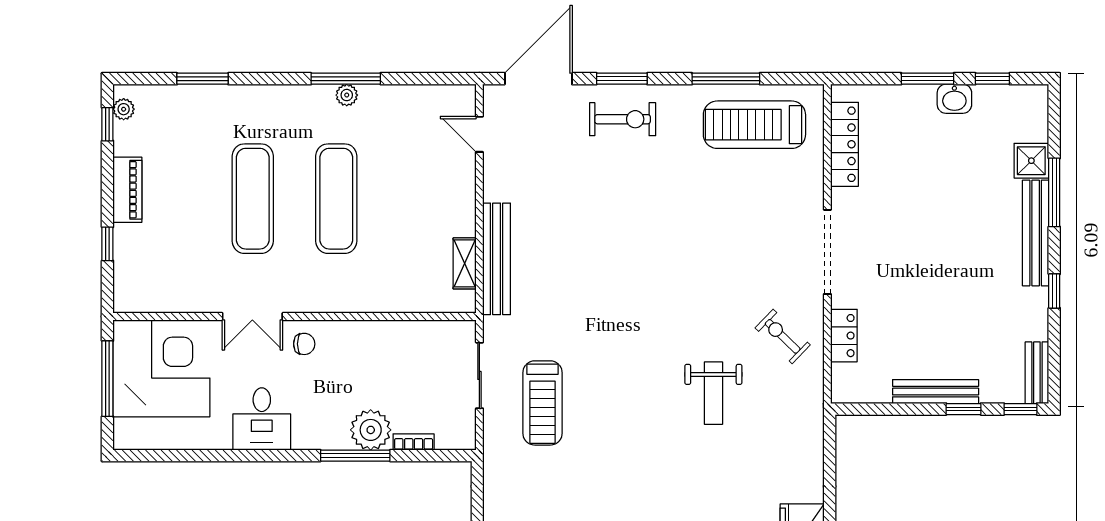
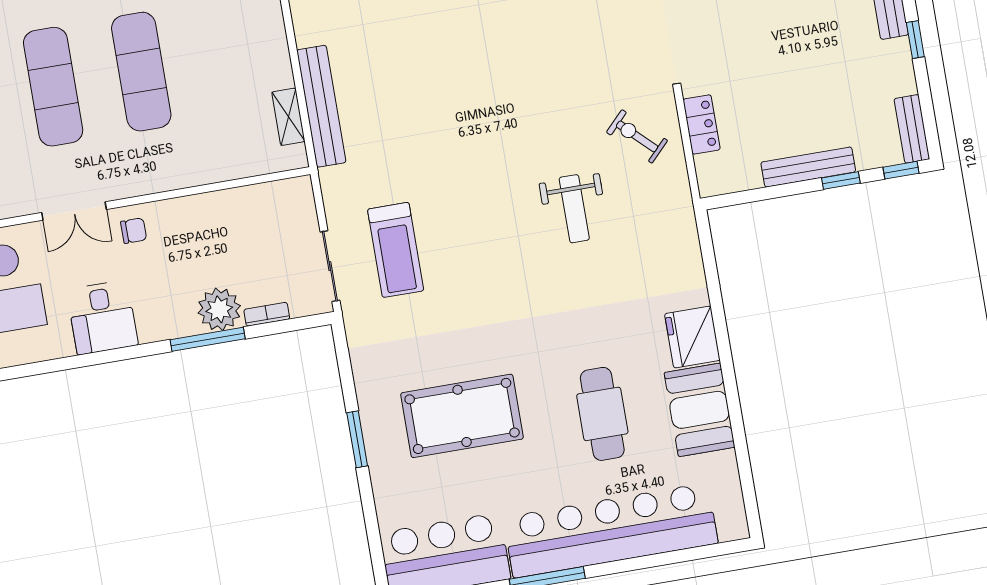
sliding door: (479, 375) -> (330, 266), moved

